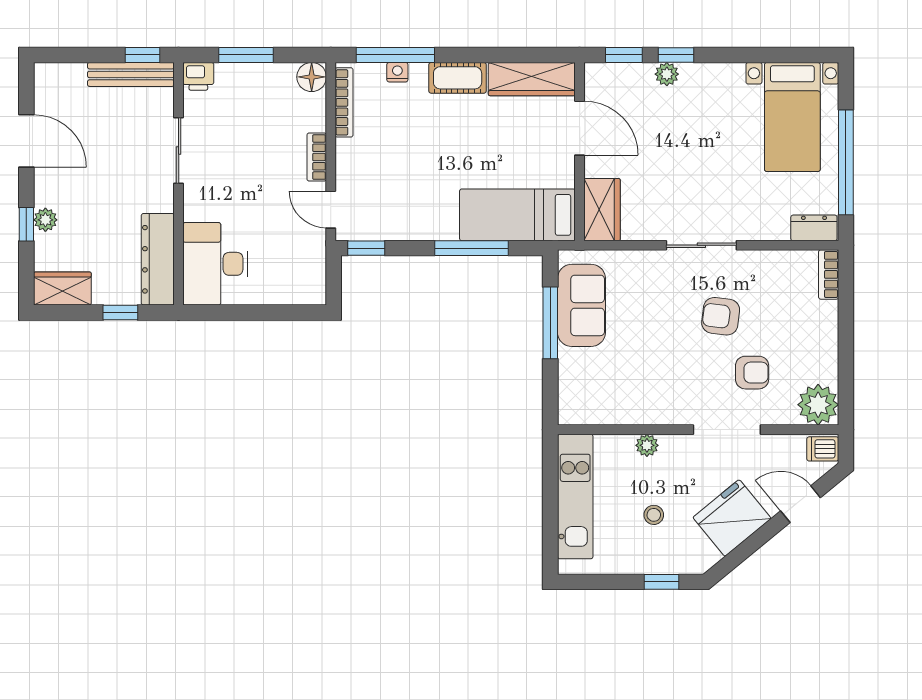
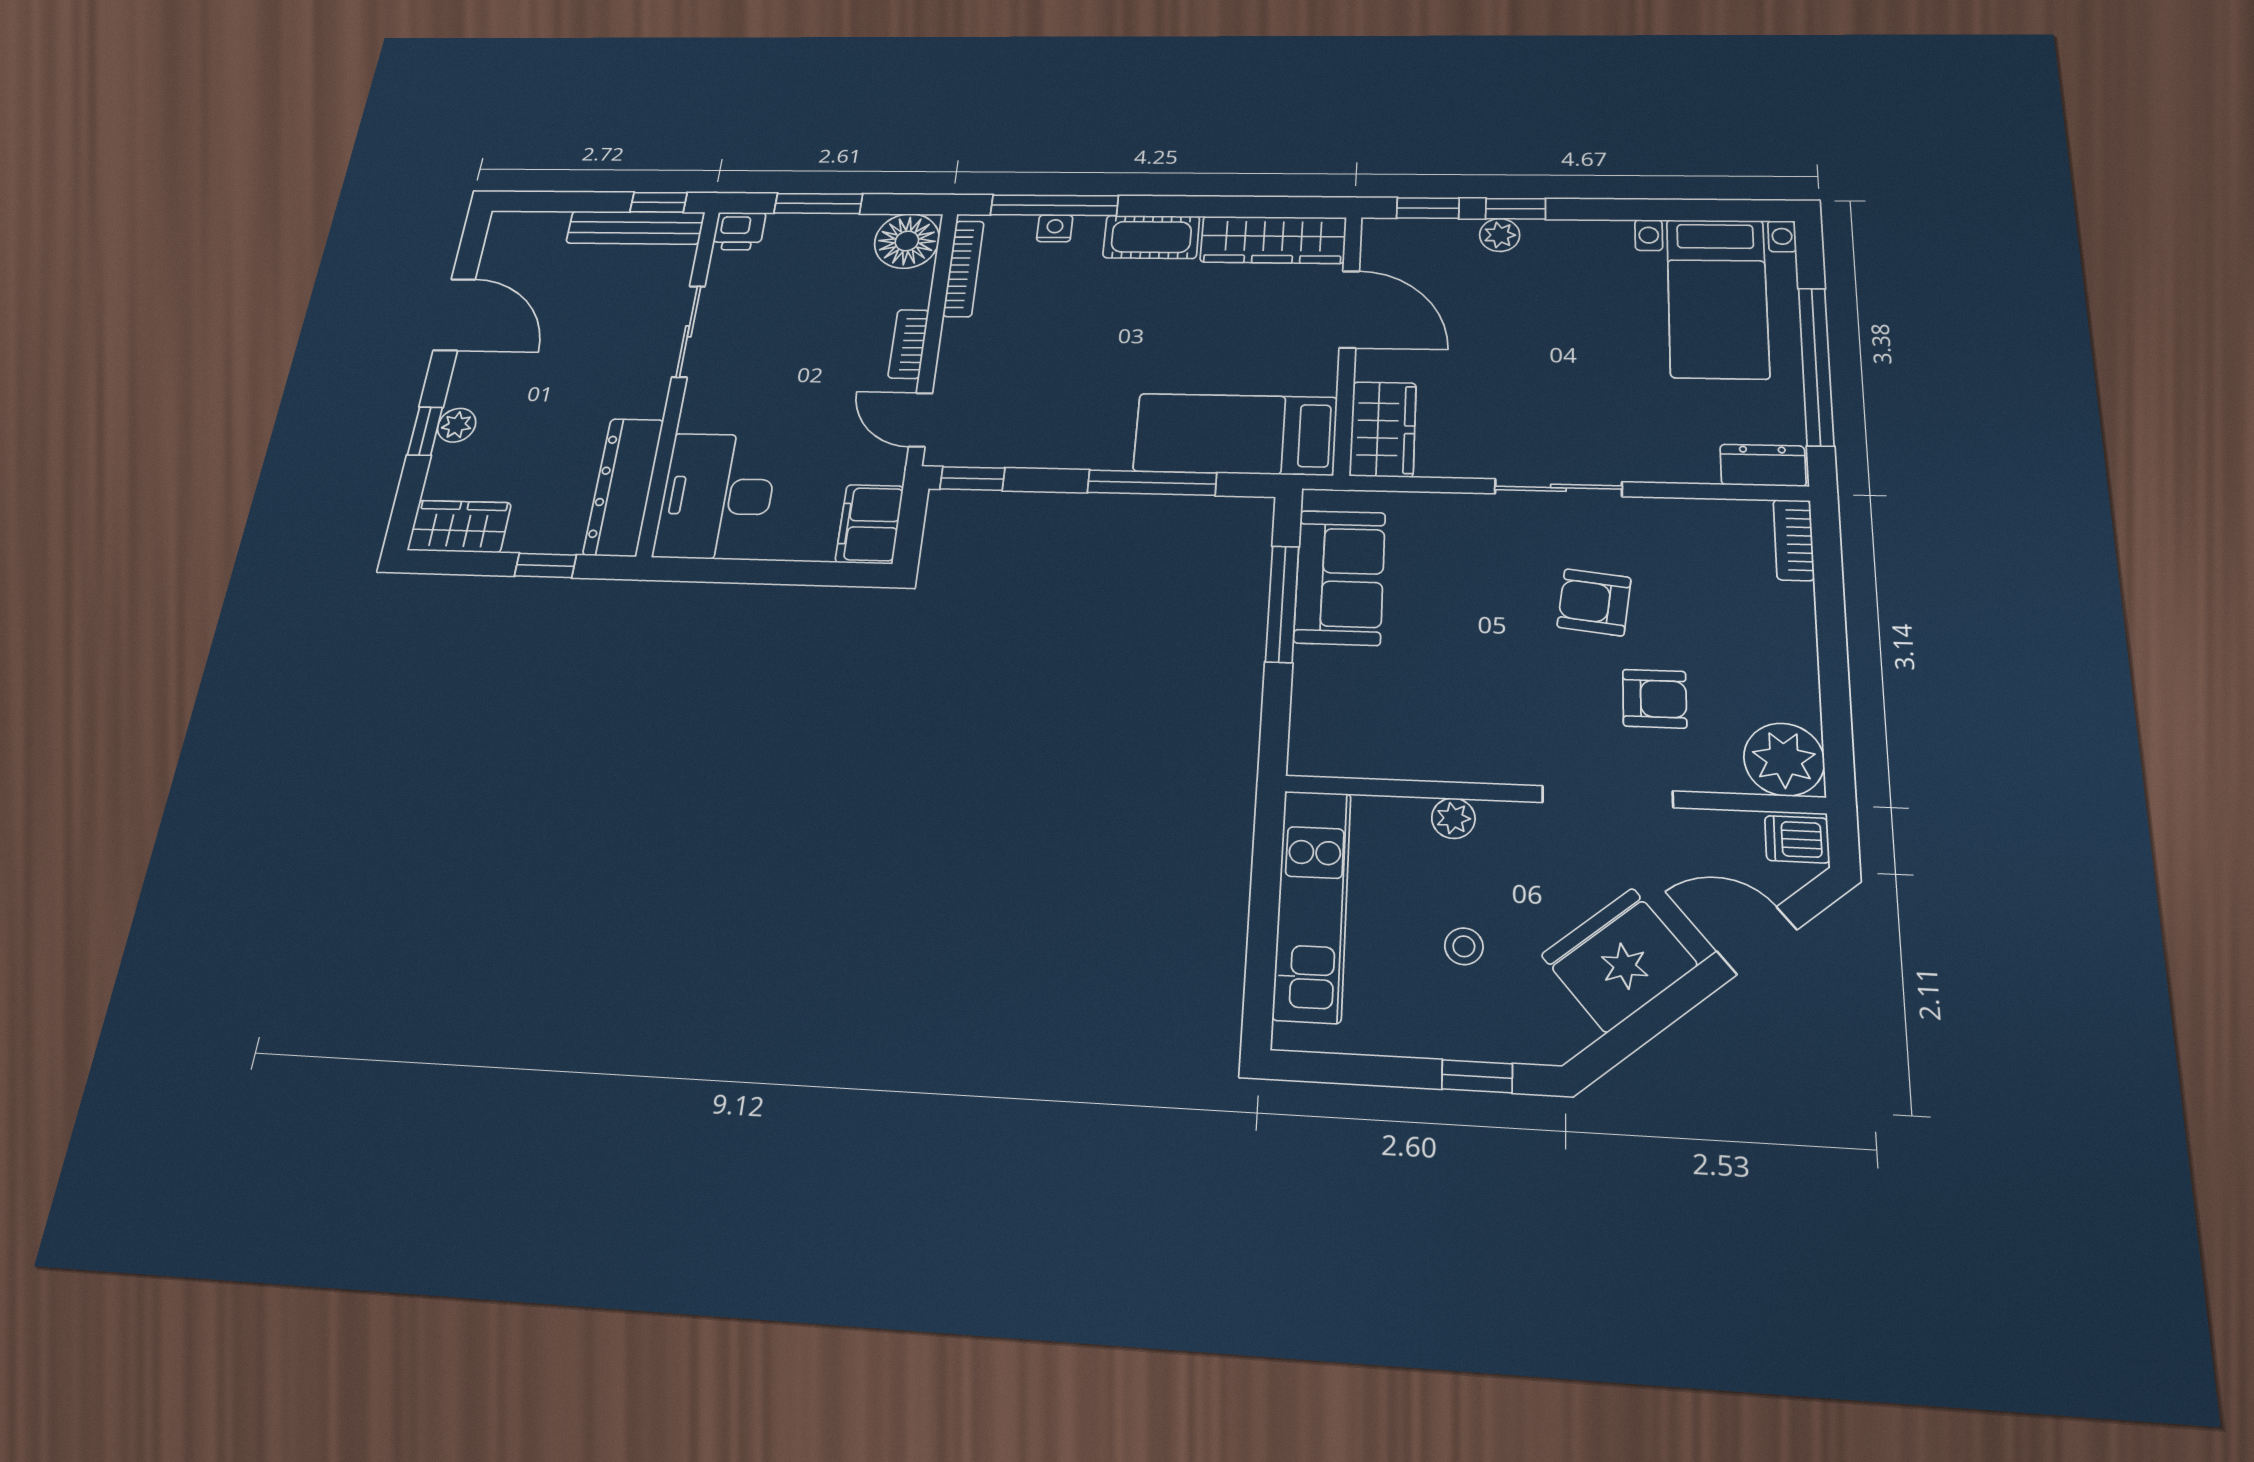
floor lamp: (312, 77) -> (907, 241), width x1.38, depth x1.38
filing cabinet: (309, 280) -> (870, 524), added

